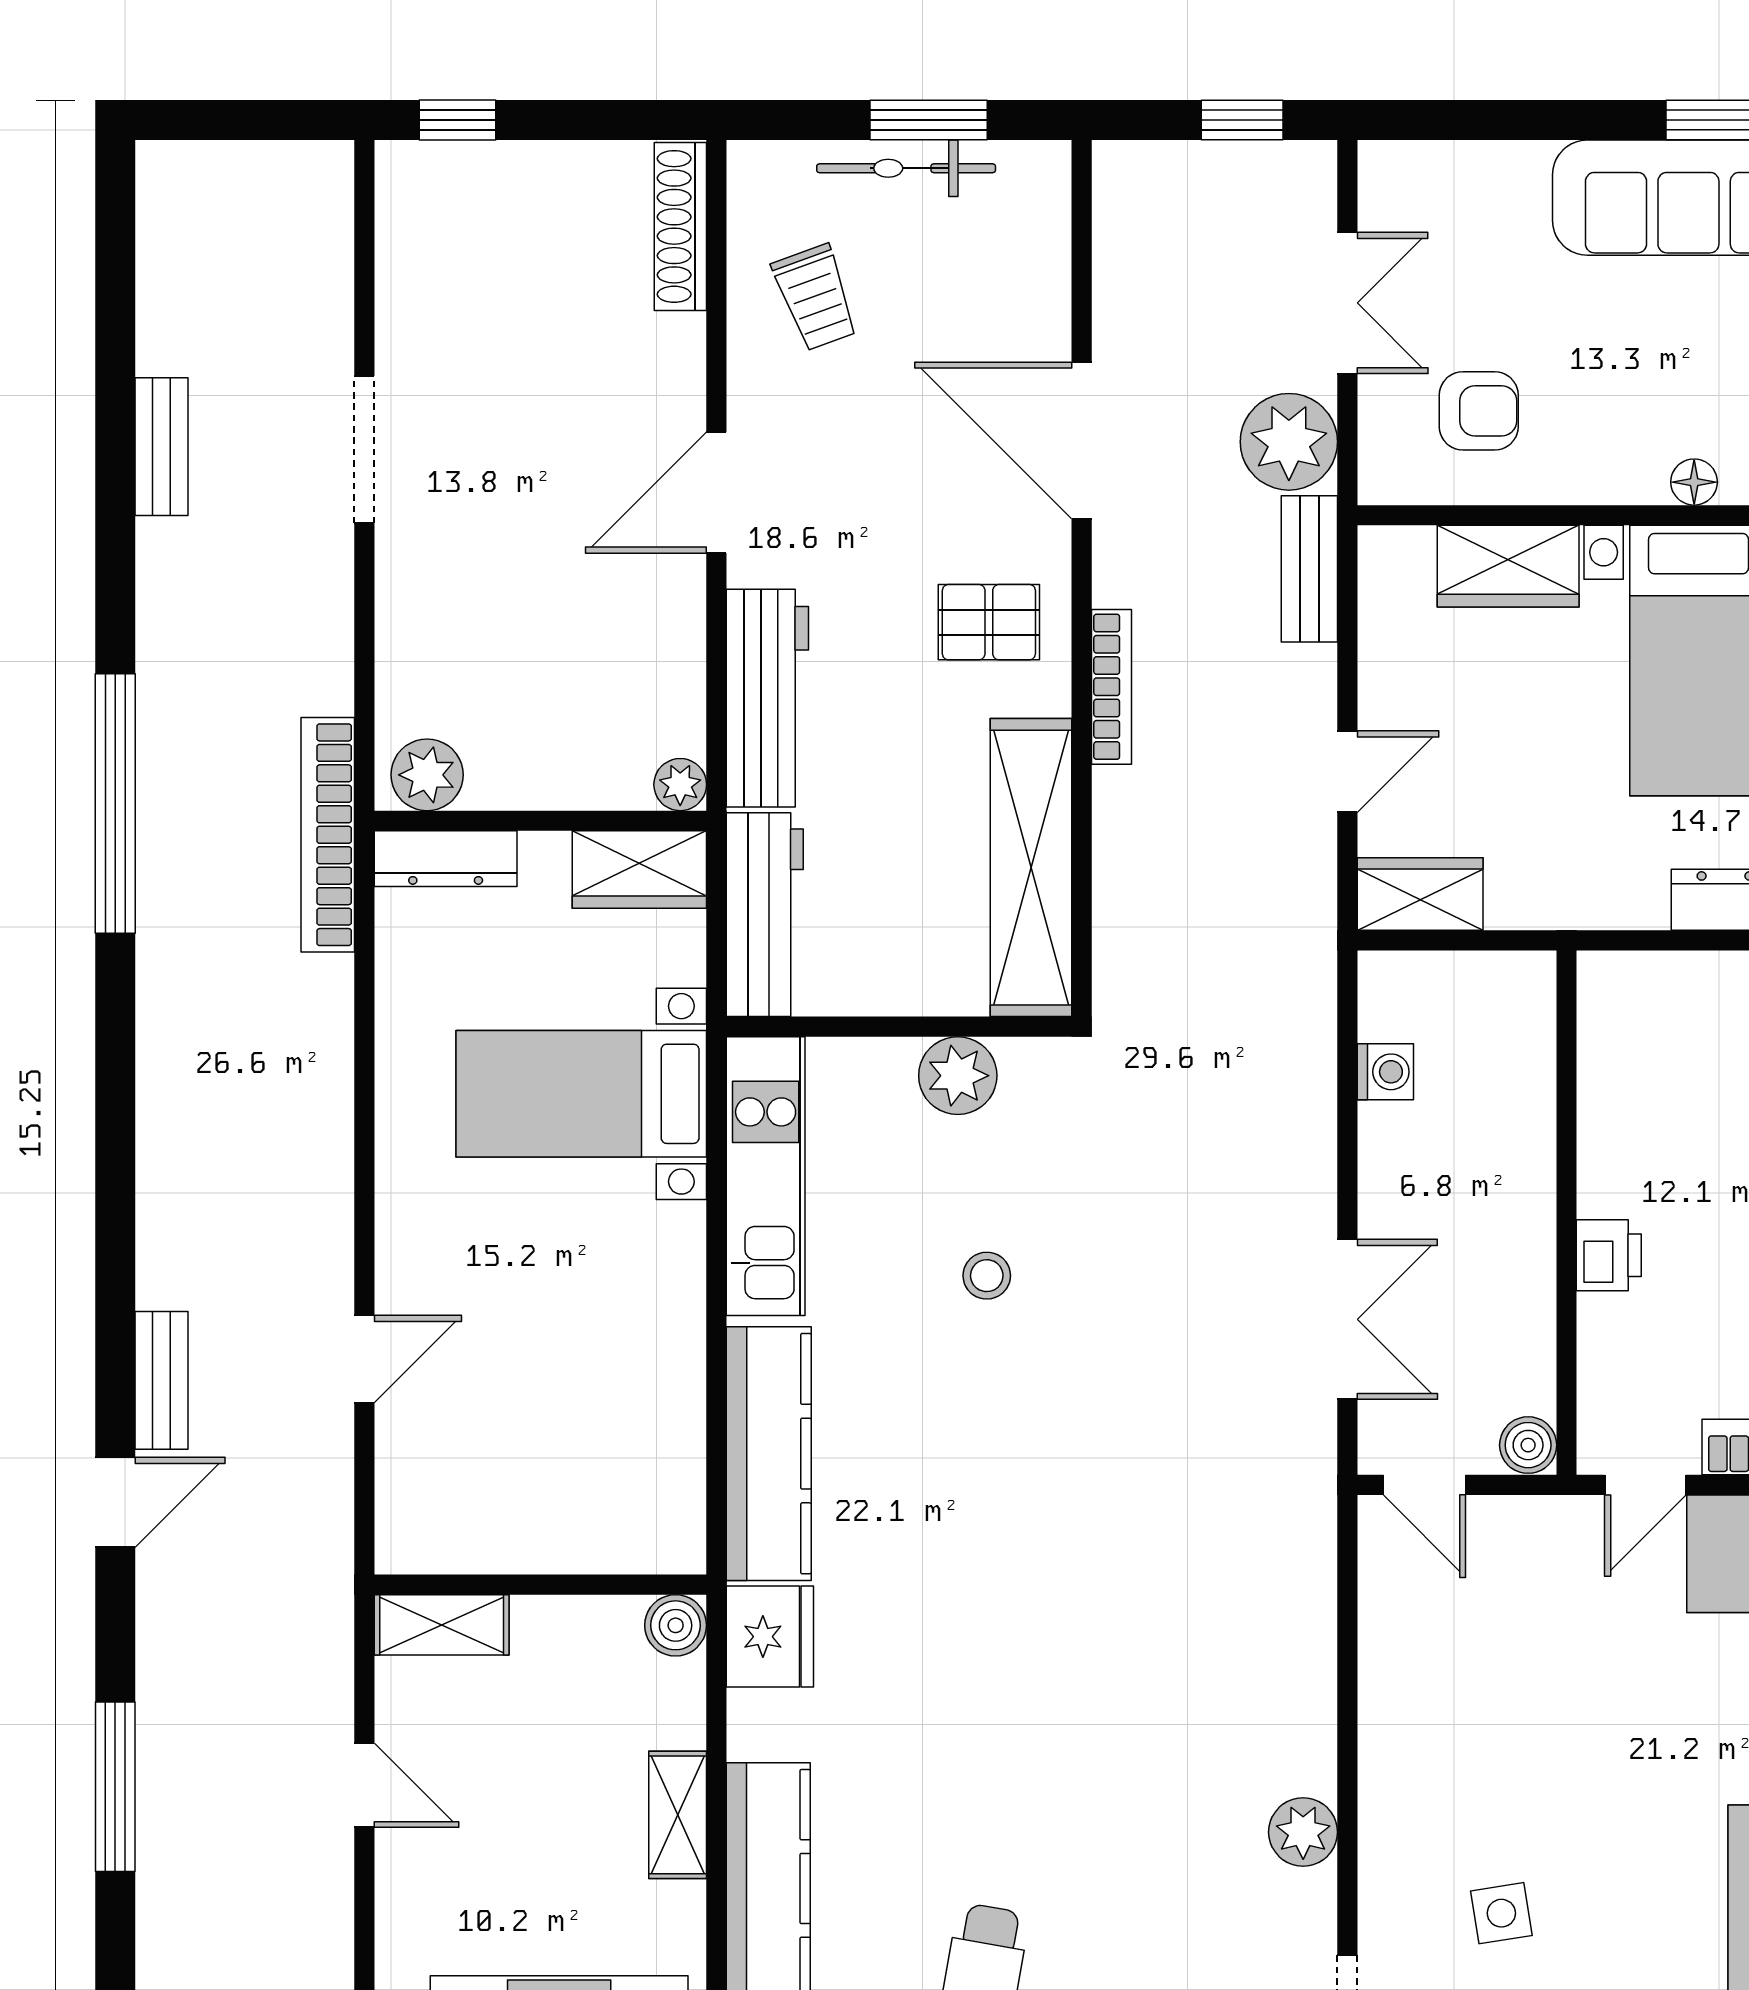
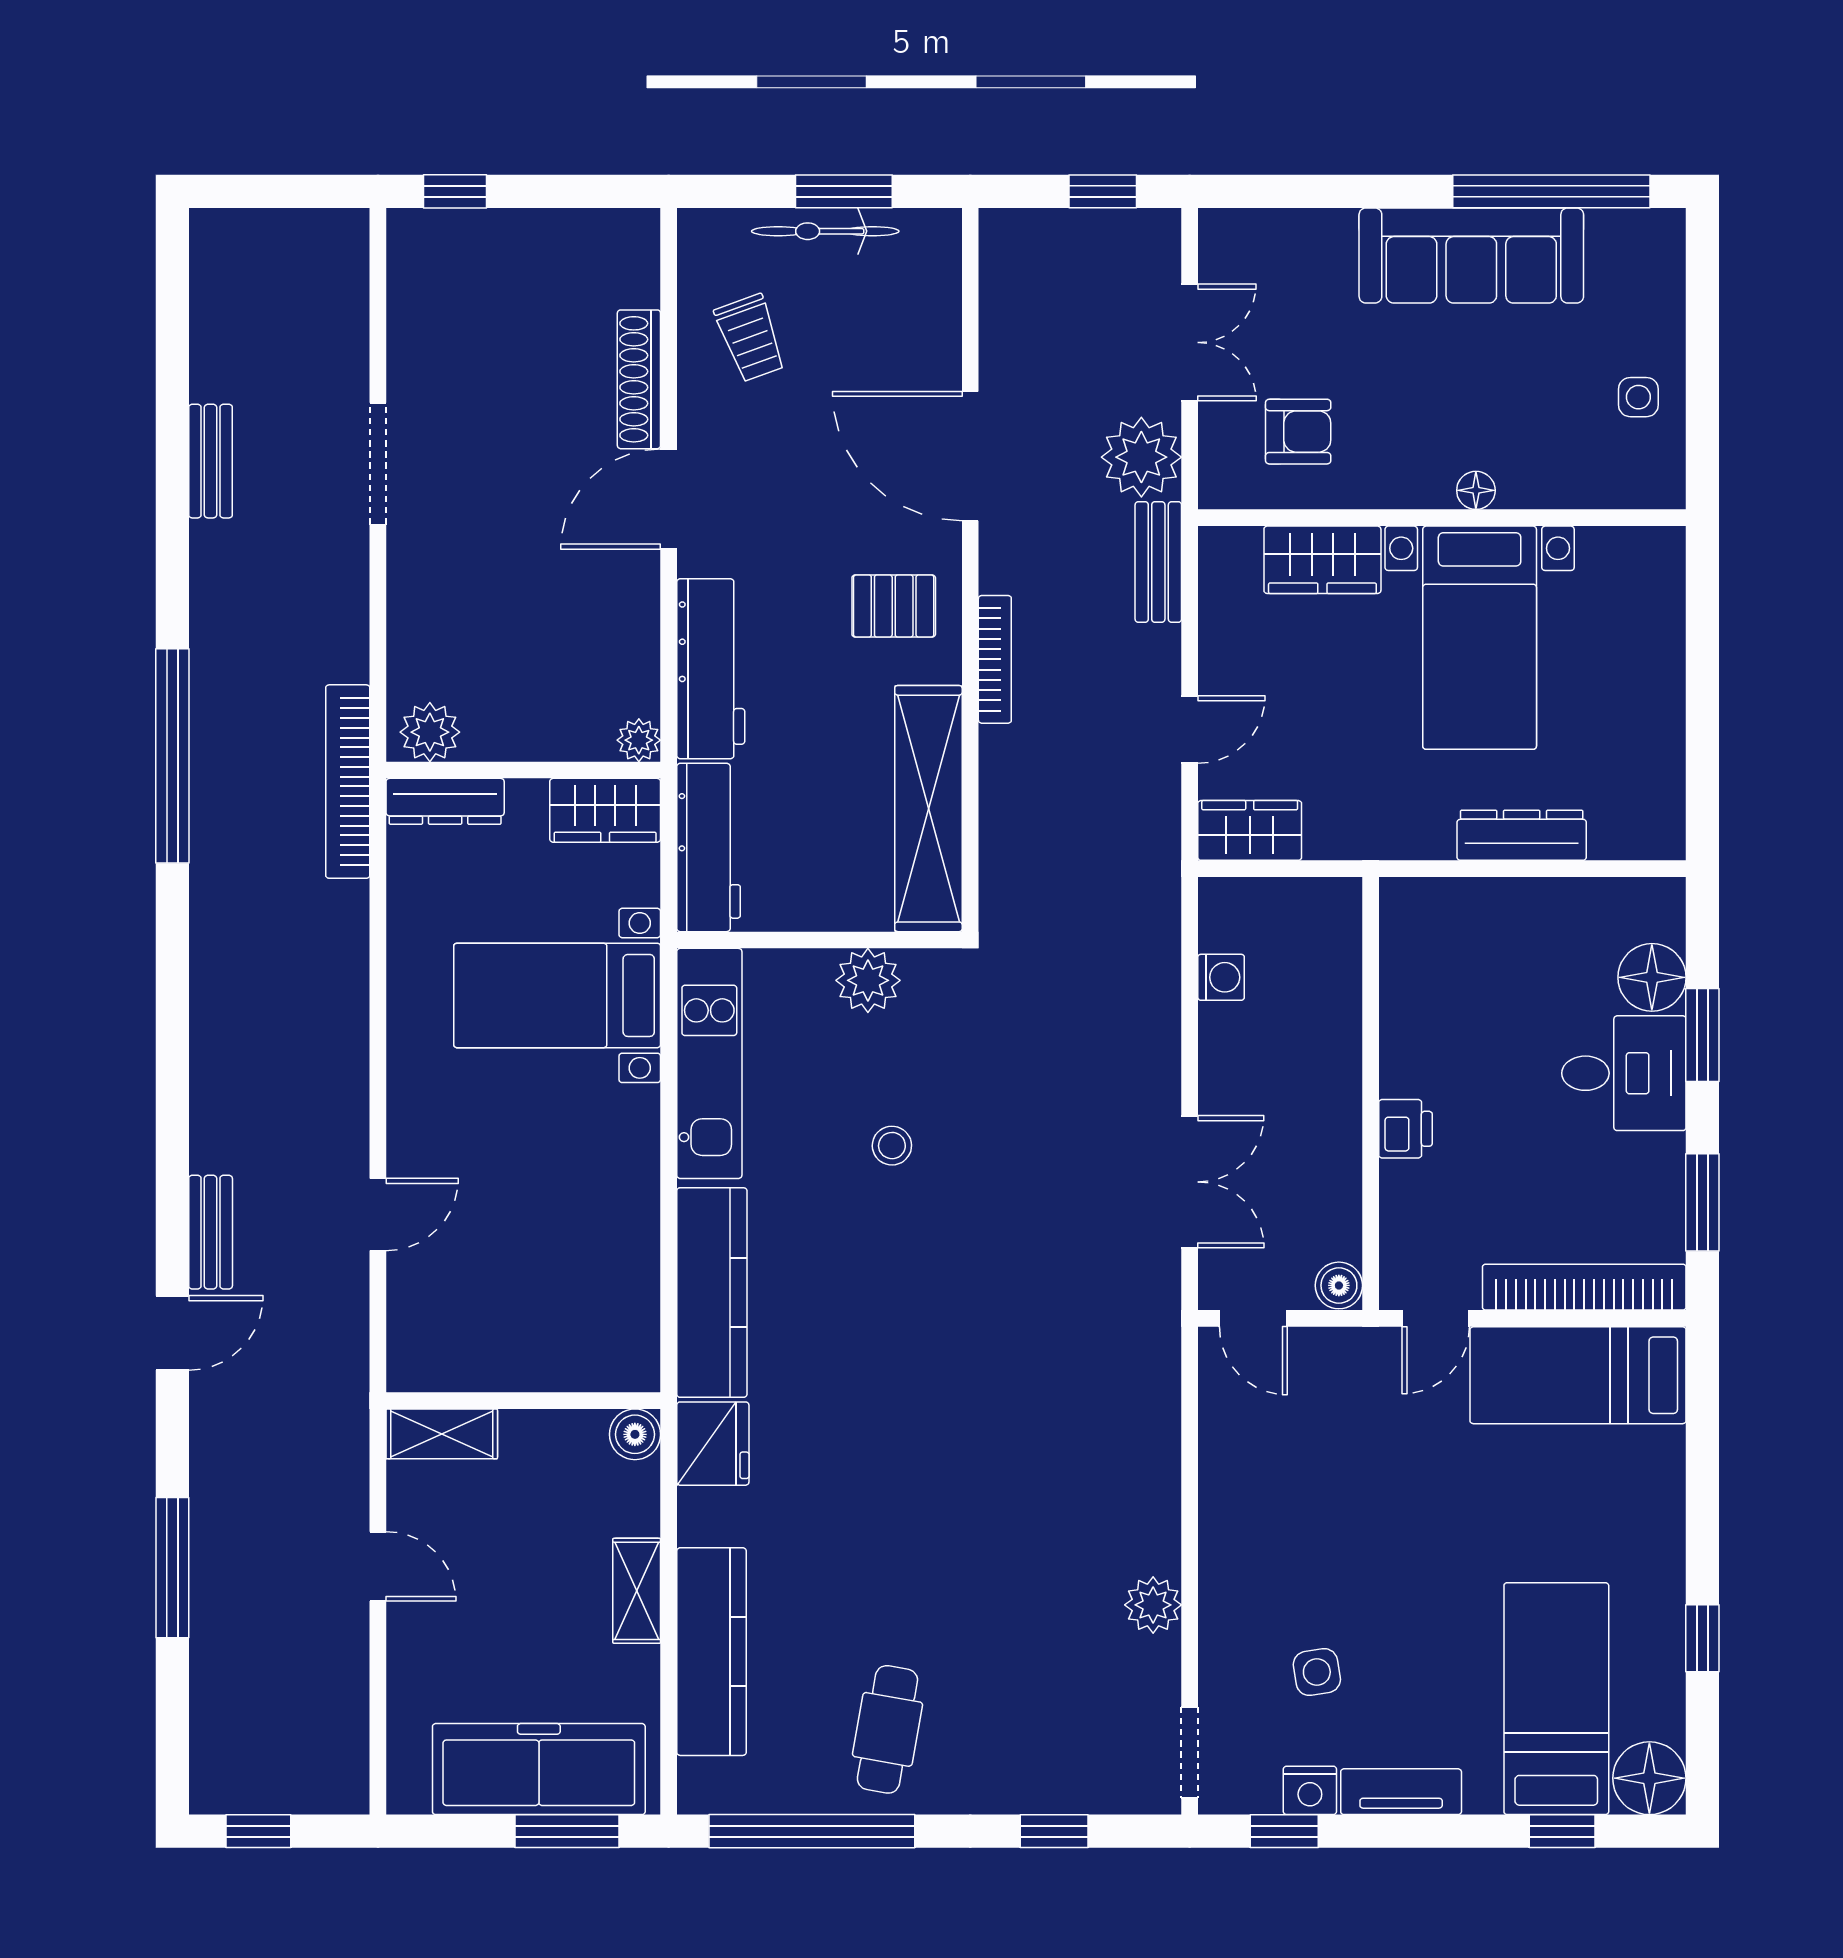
shoe rack: (680, 226) -> (639, 379), moved

